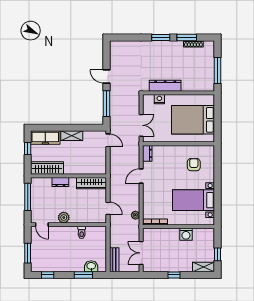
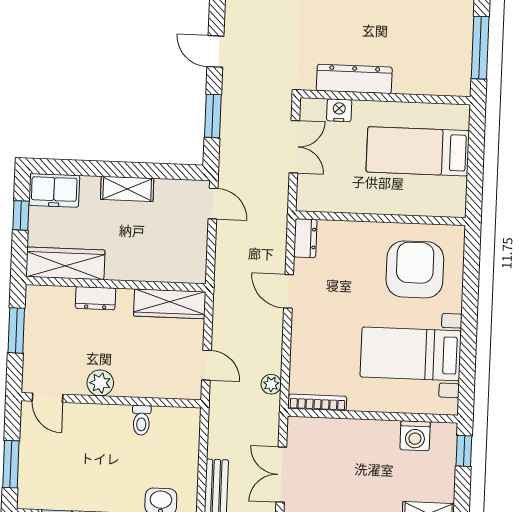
window: (106, 104) -> (213, 116), width x0.69
bed: (193, 120) -> (418, 151), width x0.67
double door: (141, 125) -> (294, 147), moved
freezer: (45, 138) -> (54, 190), width x0.71
armchair: (194, 165) -> (415, 269), width x1.88, depth x1.88
door: (141, 176) -> (289, 291), hinge flipped
window: (28, 197) -> (16, 330), width x0.69
washing machine: (186, 234) -> (415, 436), moved
window: (217, 254) -> (464, 451), moved

